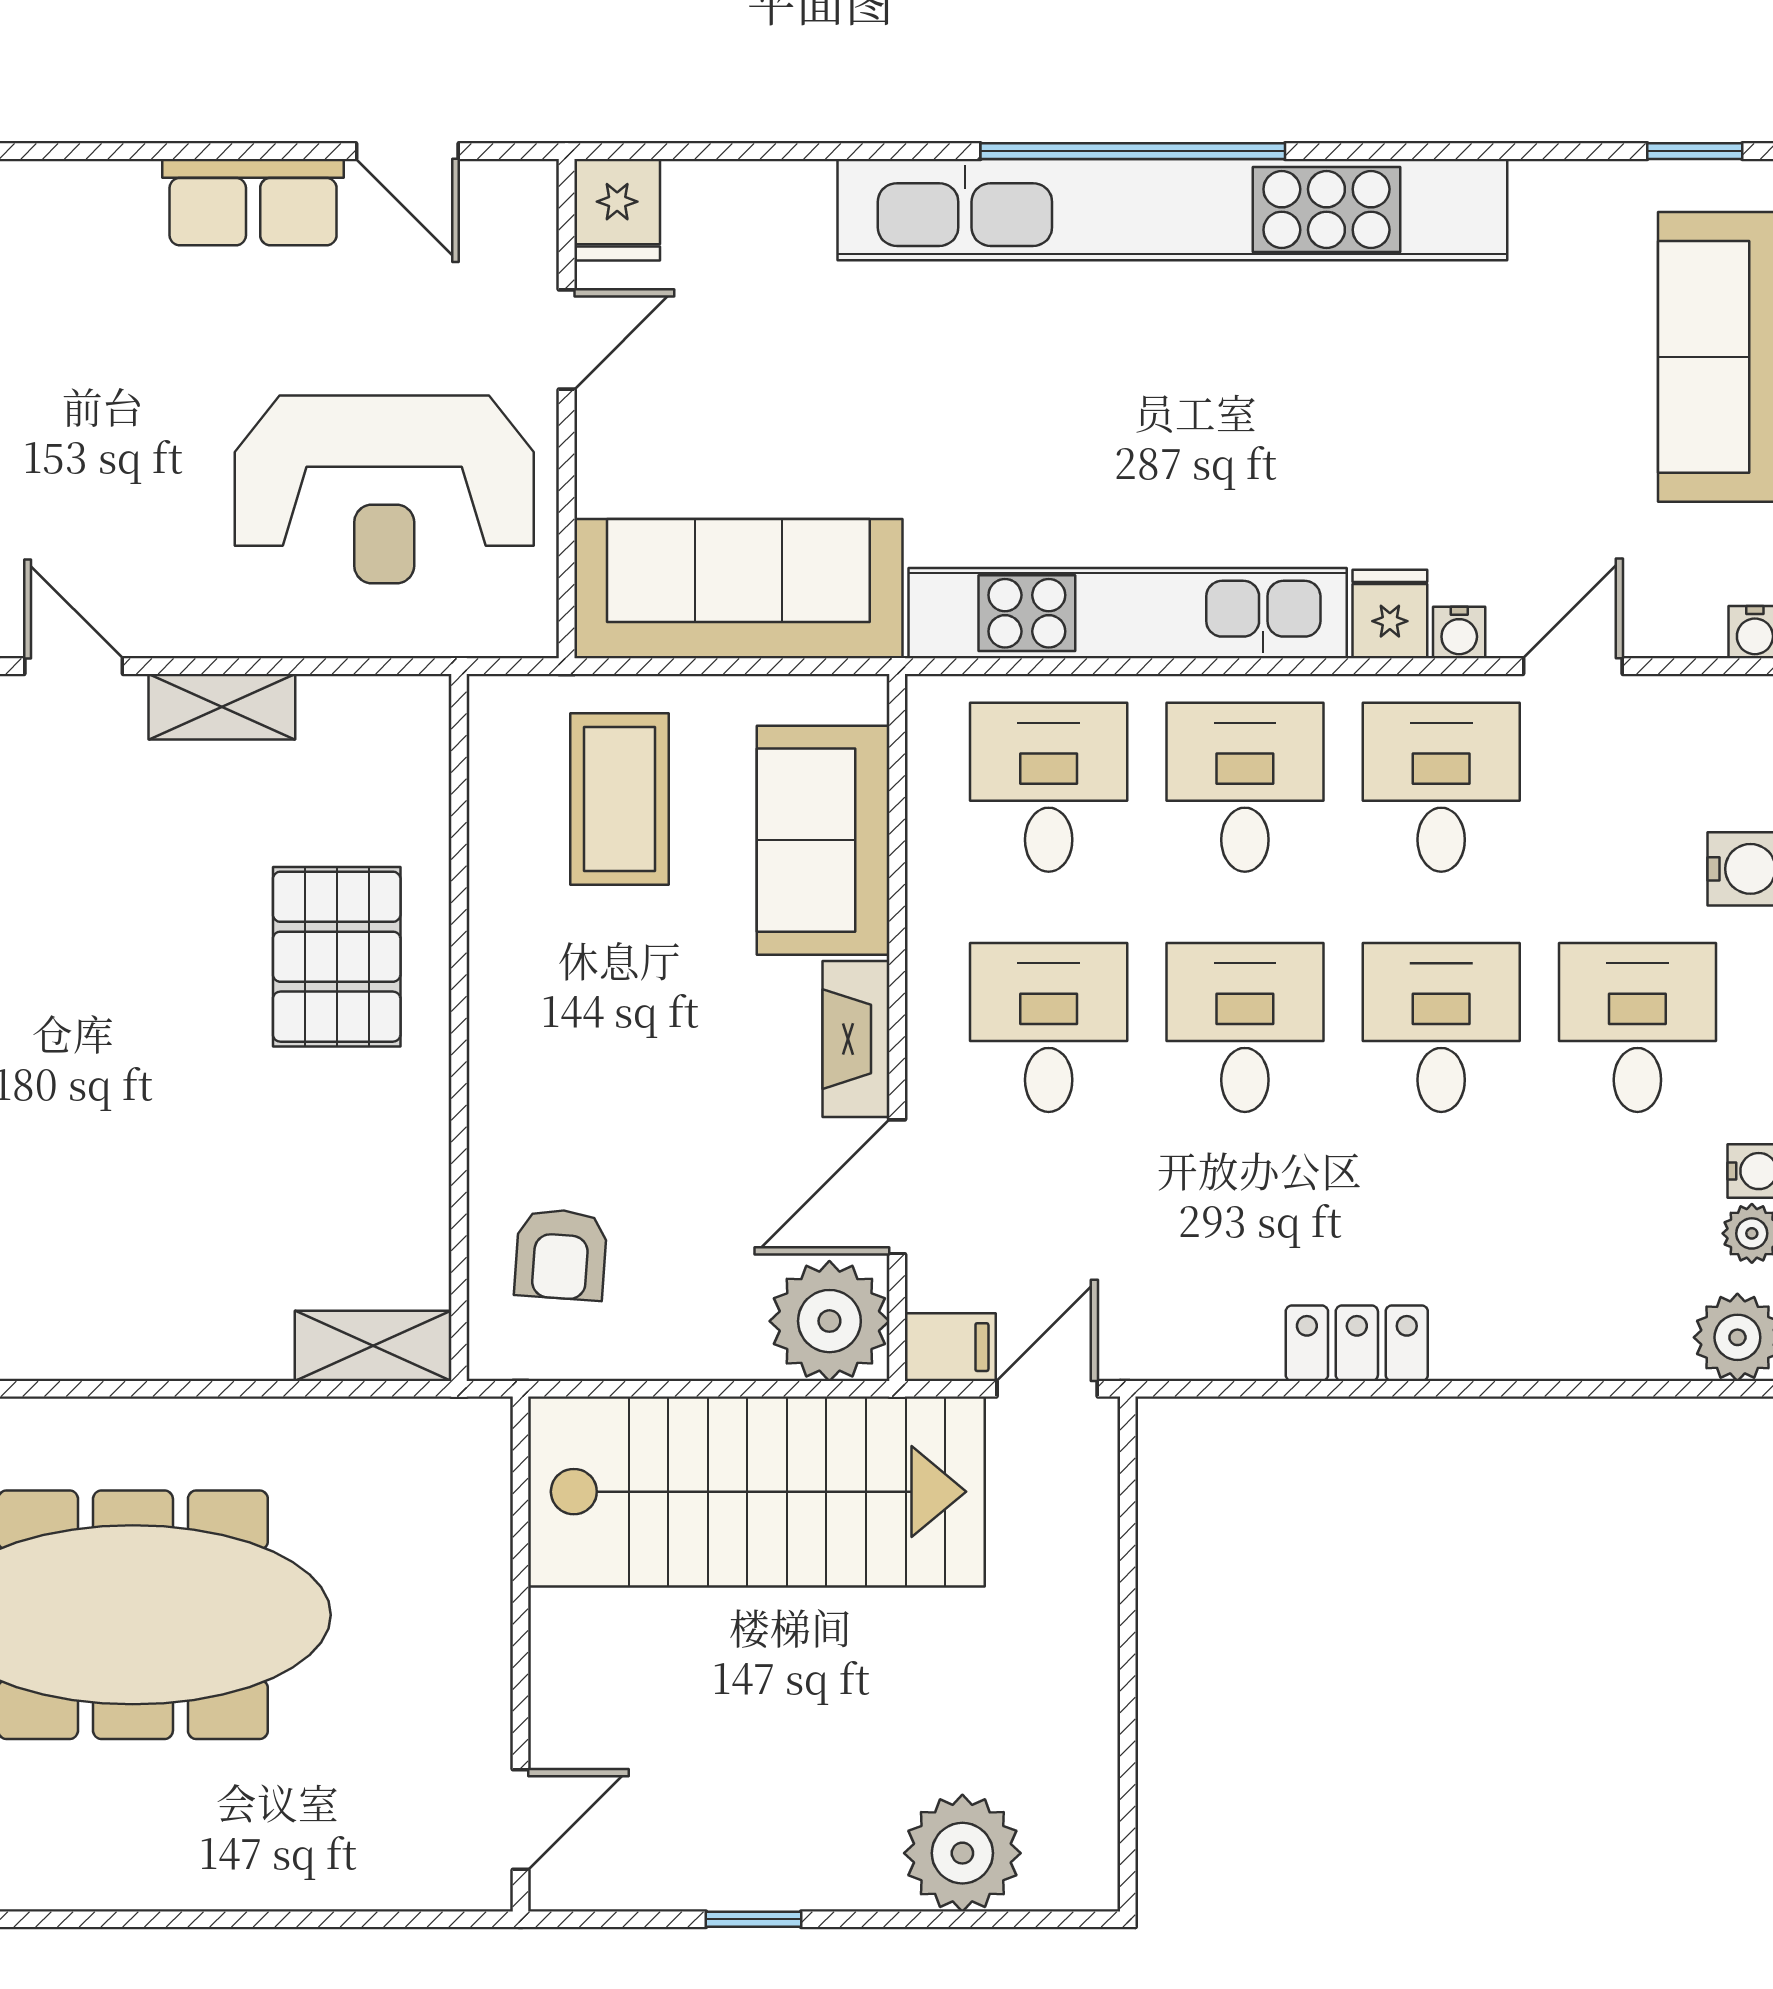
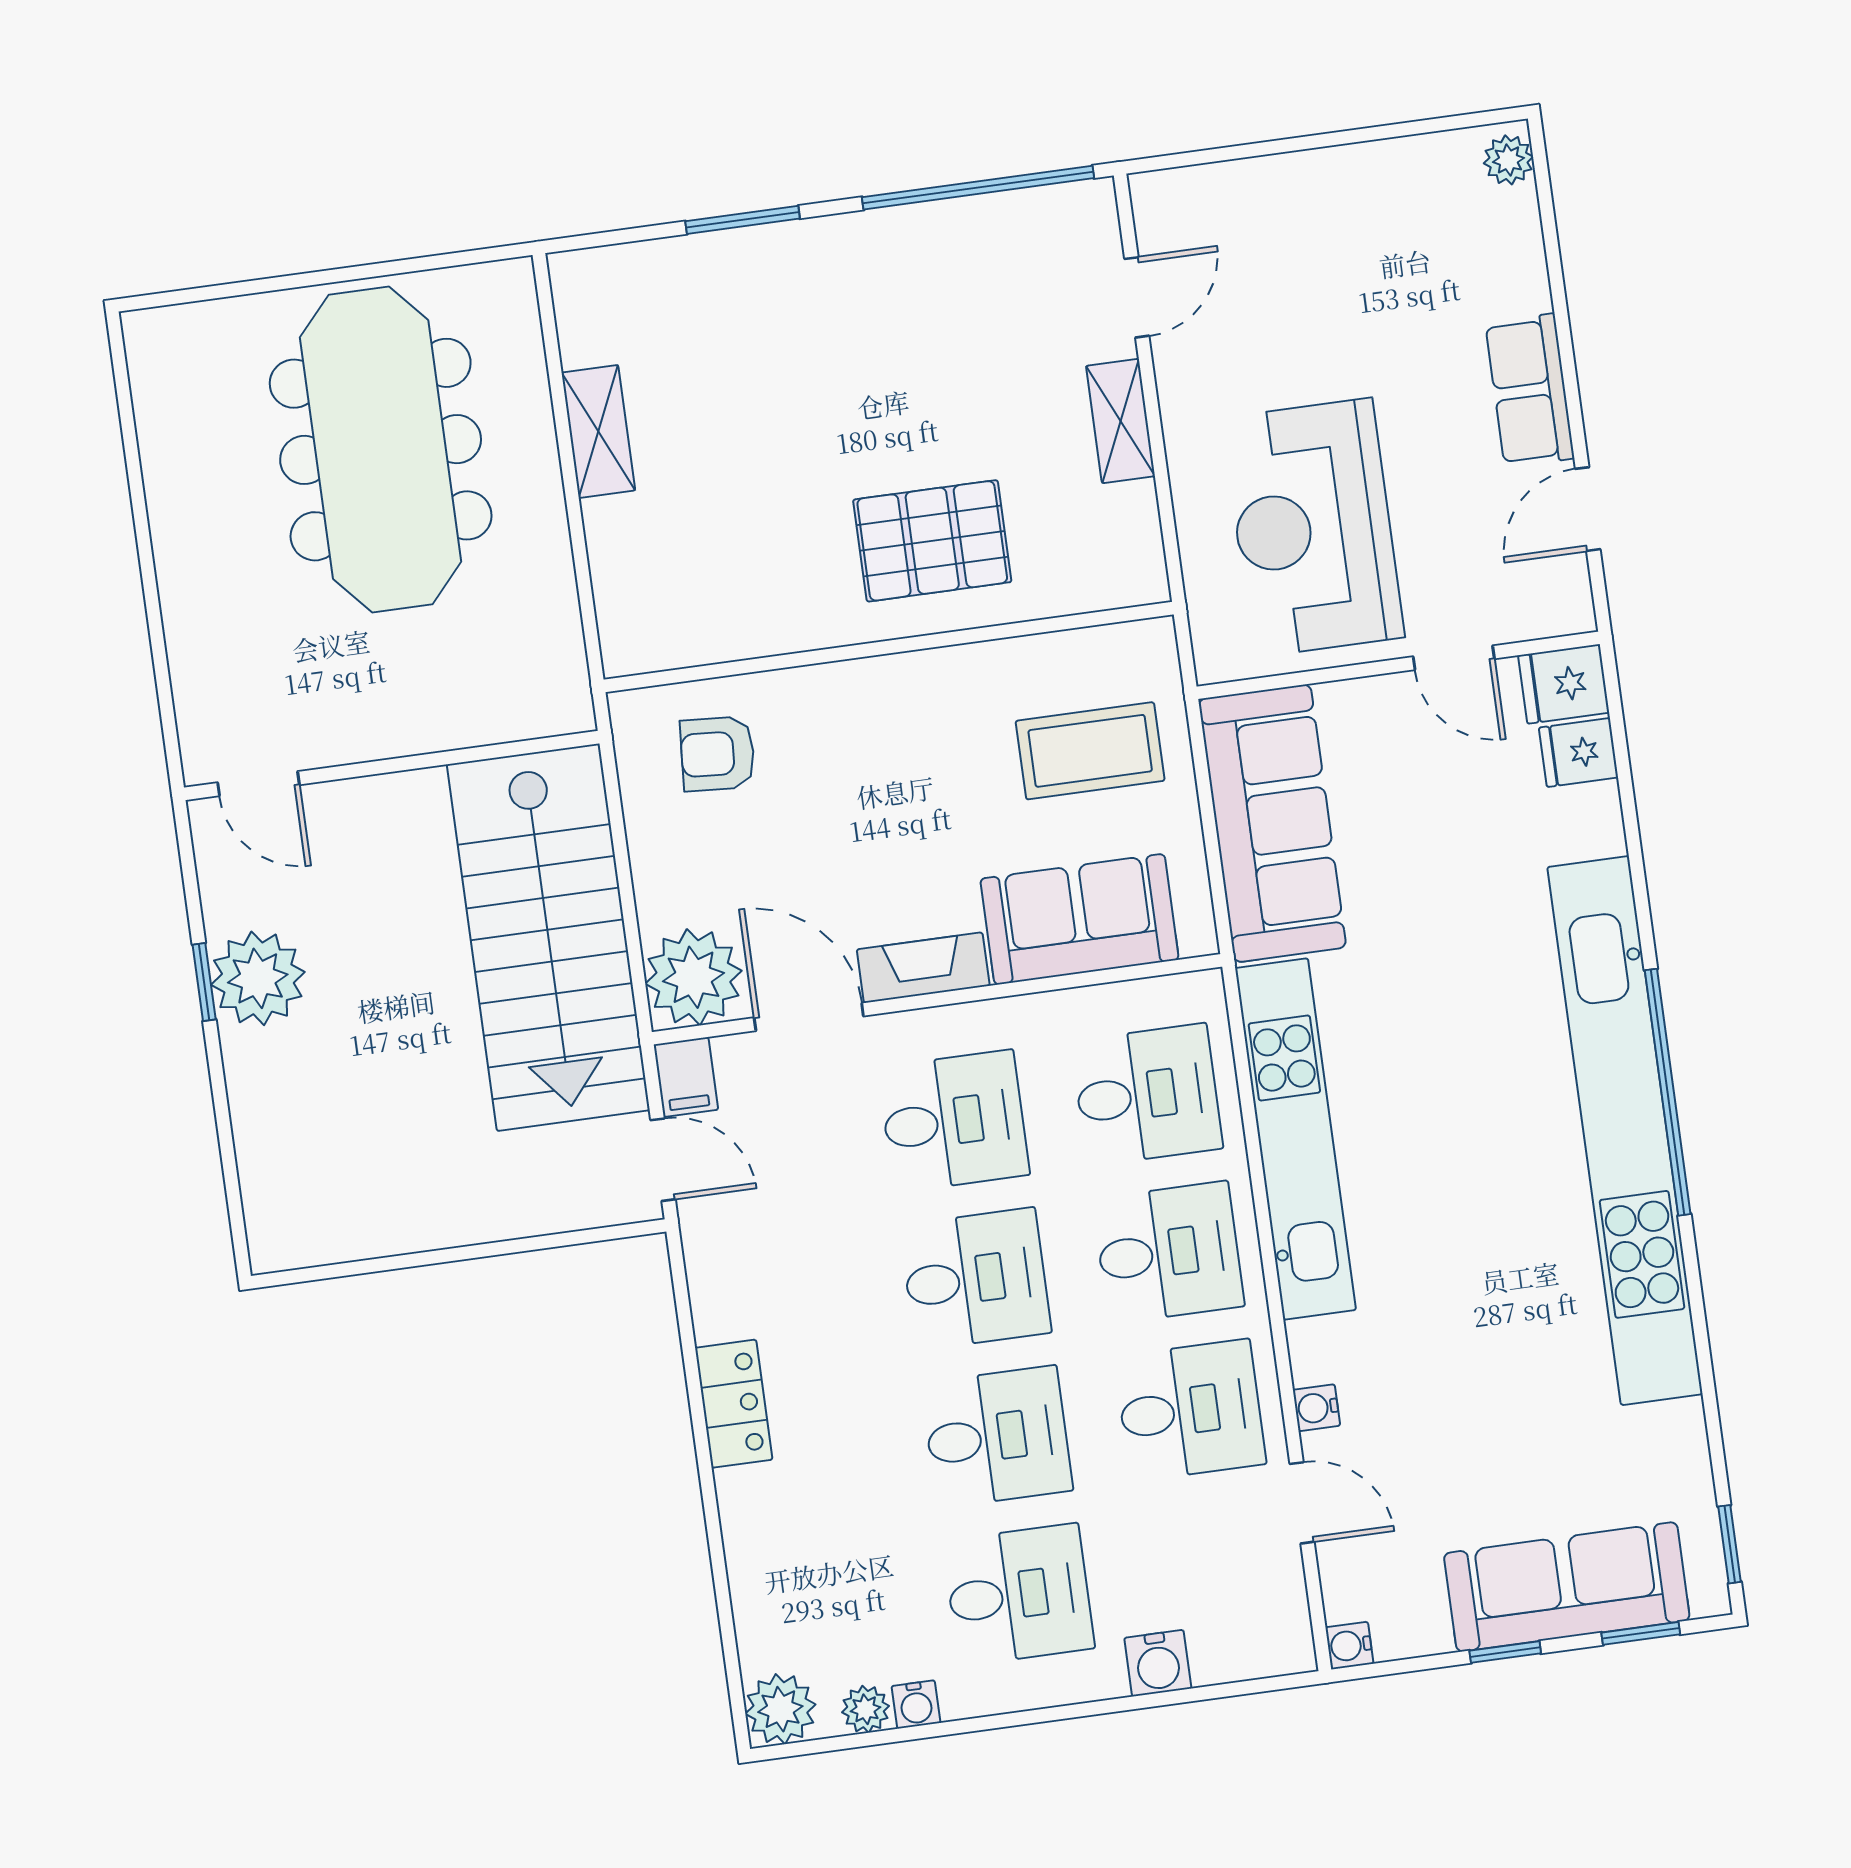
fridge: (1390, 614) -> (1578, 753), moved, turned 180
shelving: (373, 1346) -> (598, 431), moved
plant: (962, 1853) -> (258, 978), moved

